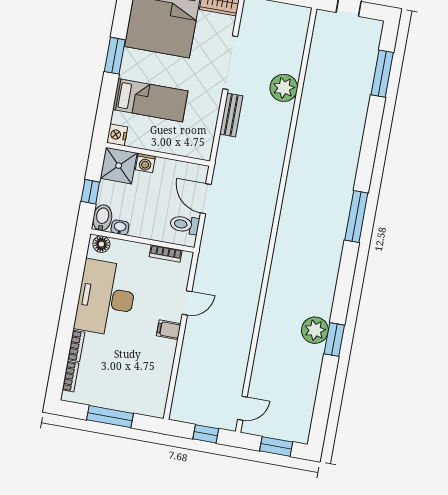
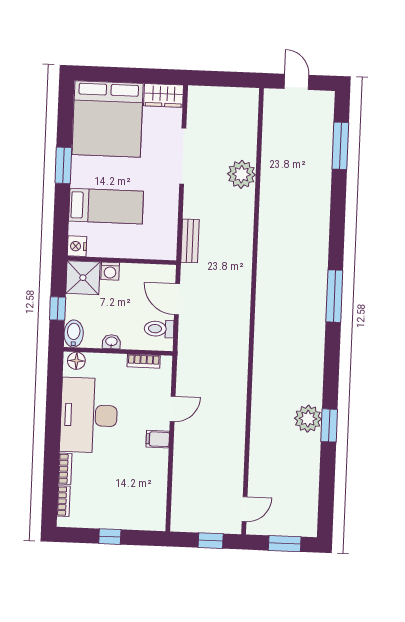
bench: (231, 115) -> (190, 241), moved
washbasin: (120, 227) -> (111, 342), moved
window: (110, 417) -> (110, 537), width x0.46

